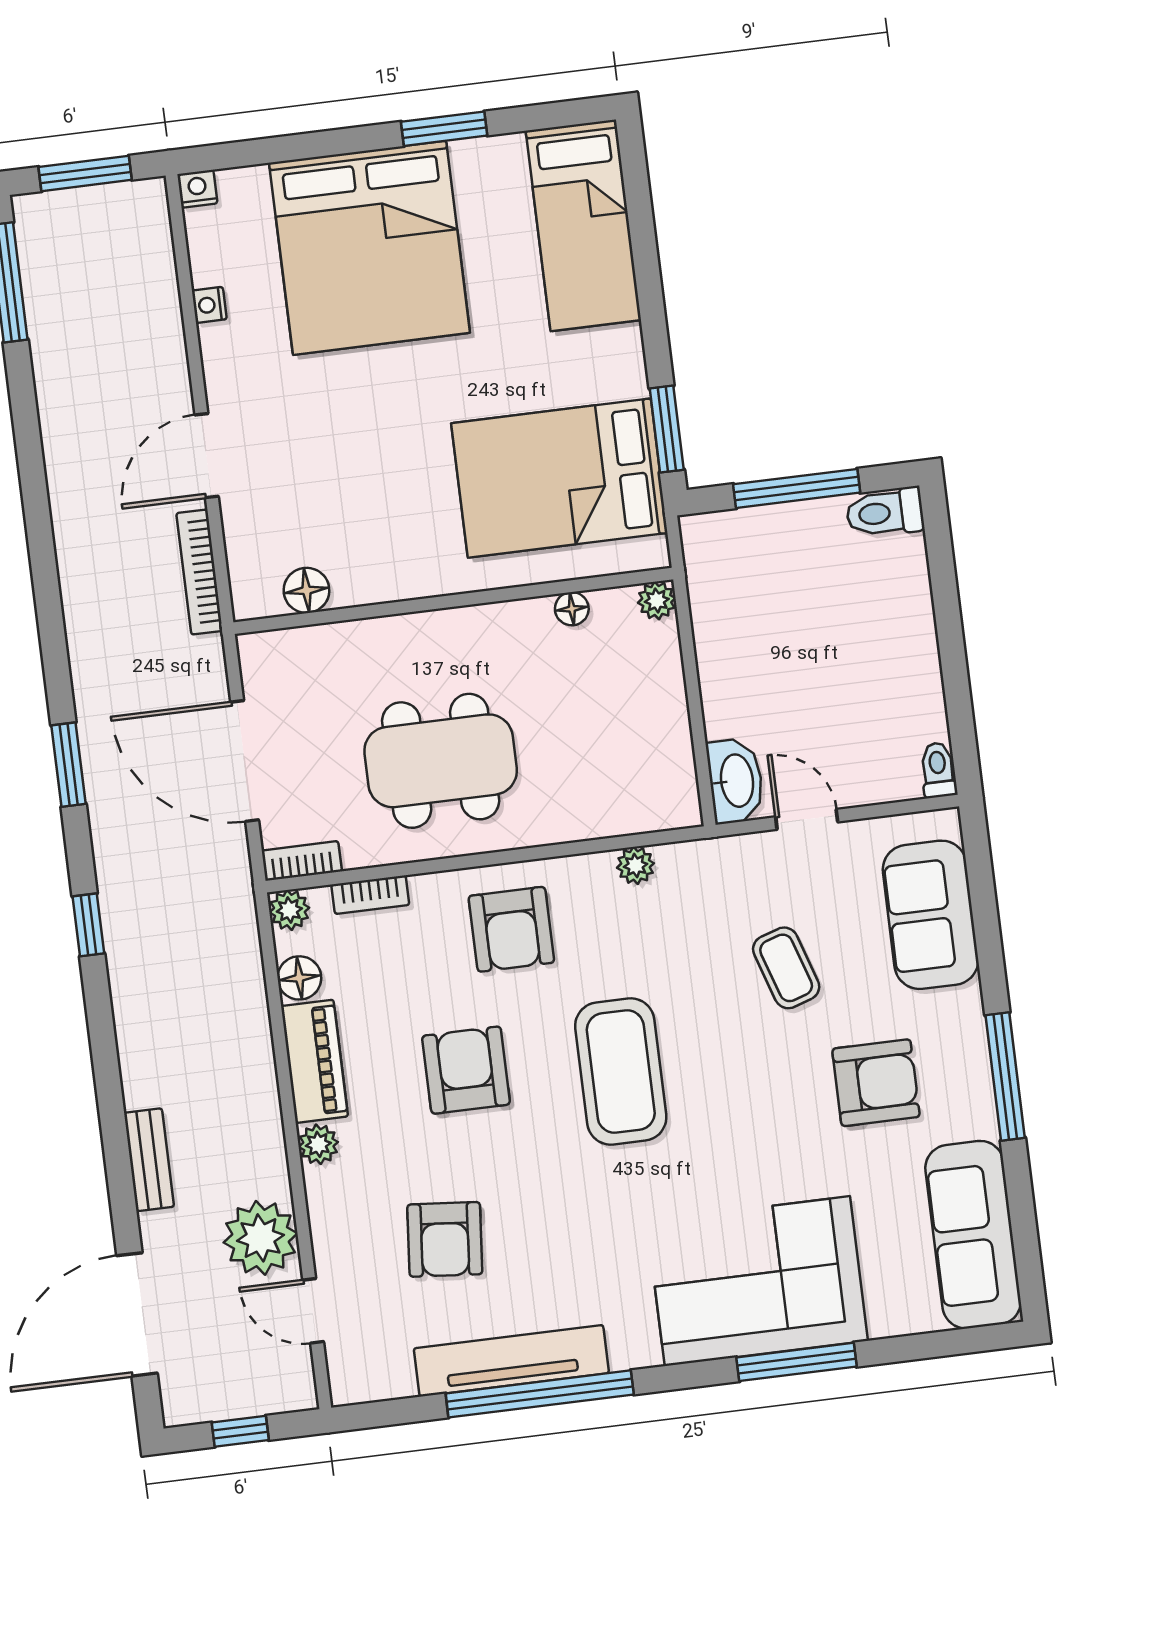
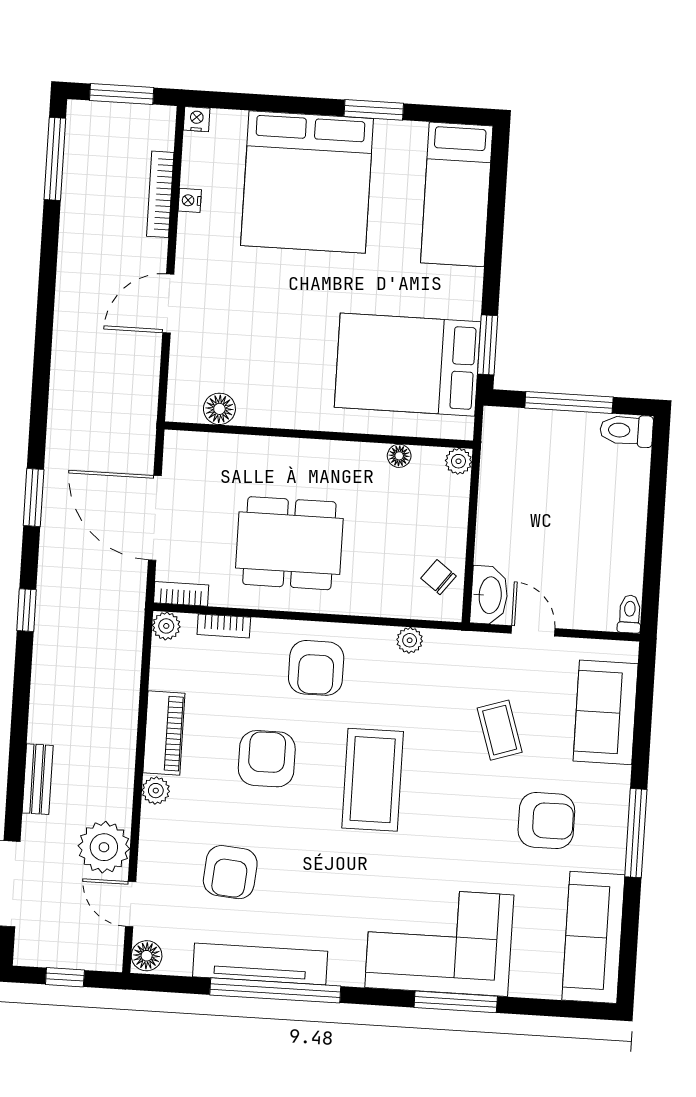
bookcase: (199, 572) -> (160, 194), moved
chair: (659, 769) -> (439, 577), added
floor lamp: (299, 978) -> (147, 956), moved

